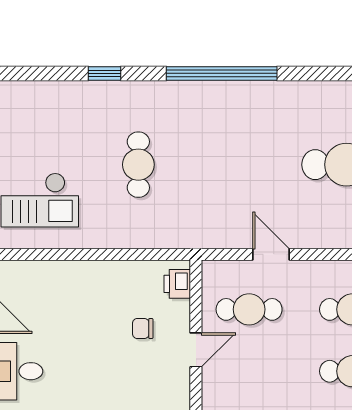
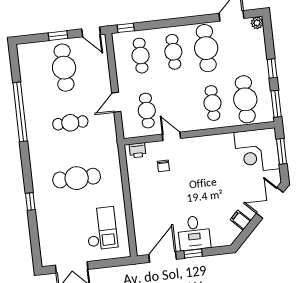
window: (222, 73) -> (20, 112), moved
cafe table: (138, 165) -> (77, 178), width x1.37, depth x1.35
cafe table: (242, 165) -> (70, 123), added

